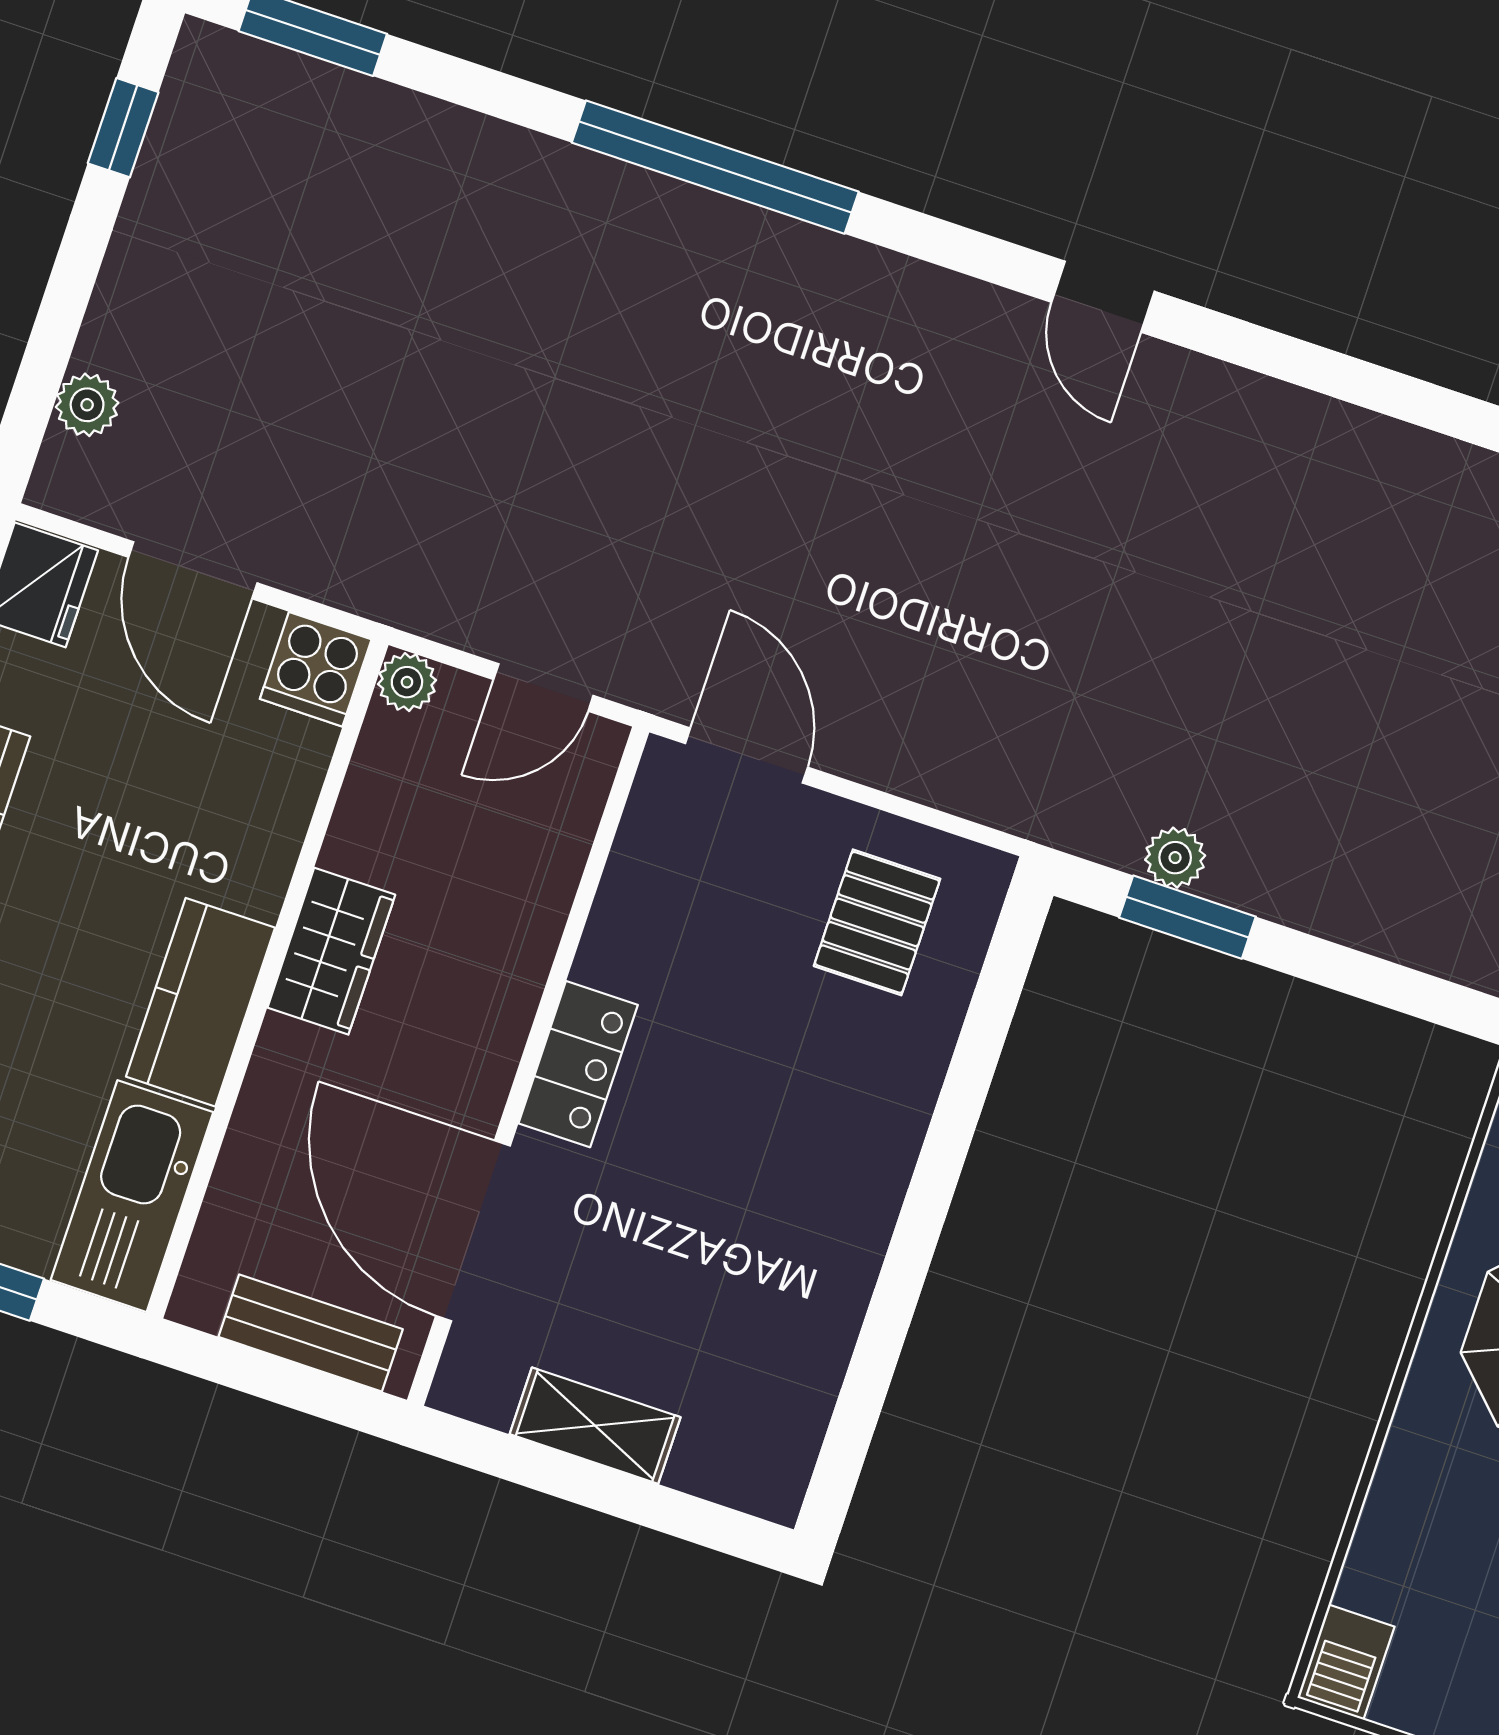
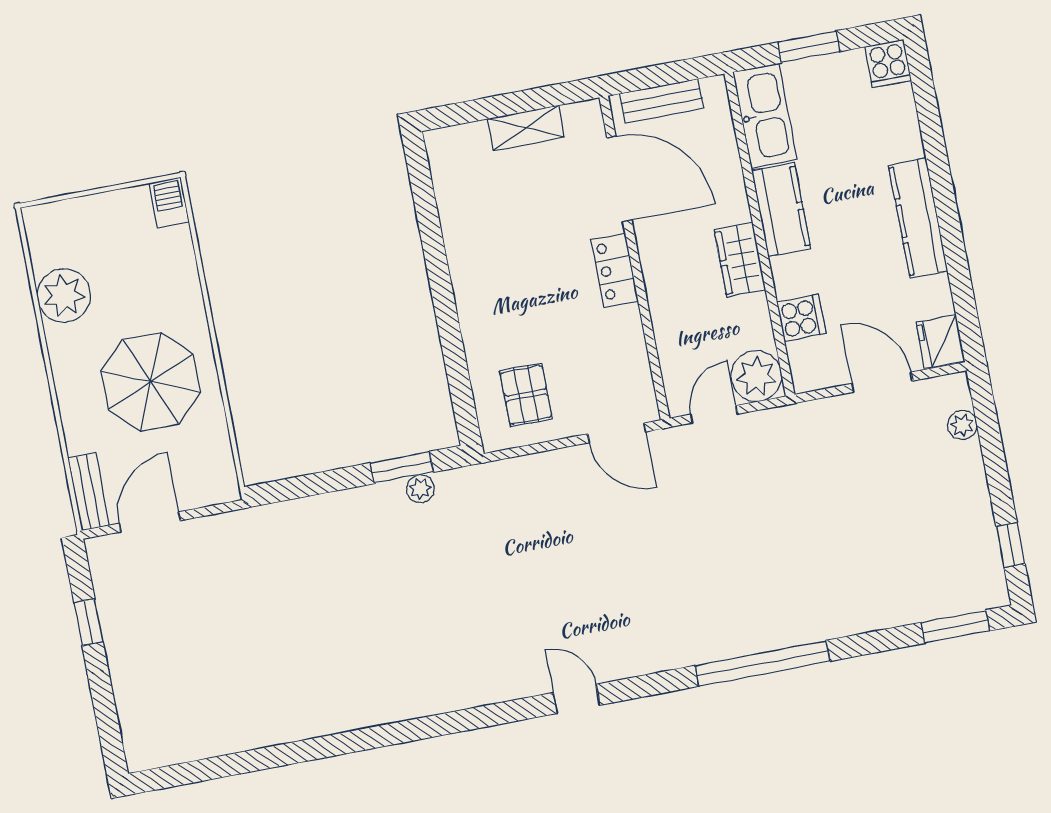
cooker: (316, 669) -> (801, 318), moved, turned 90
plant: (407, 682) -> (756, 376), width x1.88, depth x1.88

